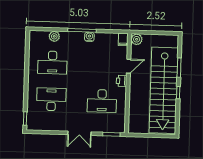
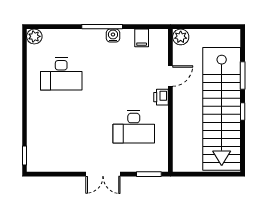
plant: (54, 36) -> (34, 36), moved
filing cabinet: (123, 39) -> (142, 38), moved
desk: (51, 99) -> (61, 127), removed

